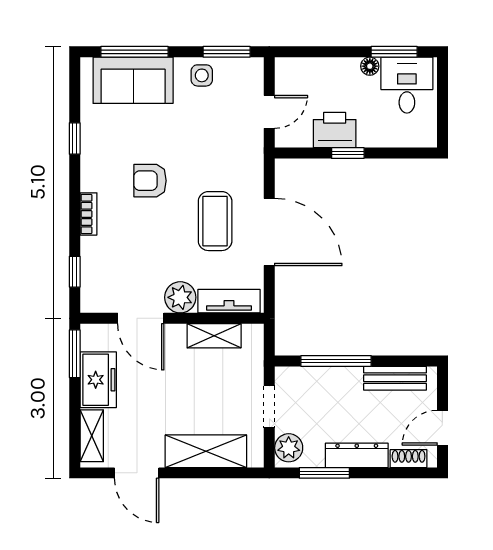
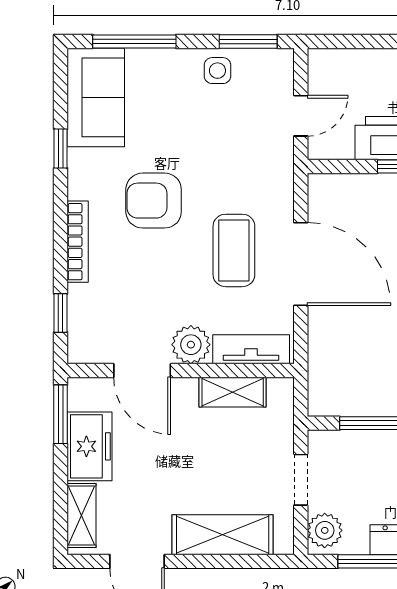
sofa: (133, 80) -> (96, 97), moved, turned -90
armchair: (150, 181) -> (154, 201), width x1.38, depth x1.38
bookcase: (88, 214) -> (78, 242), width x1.56

